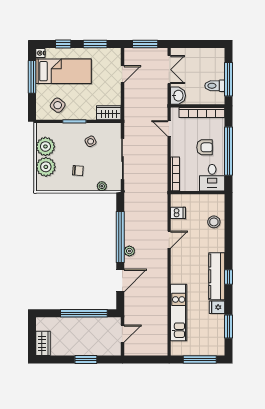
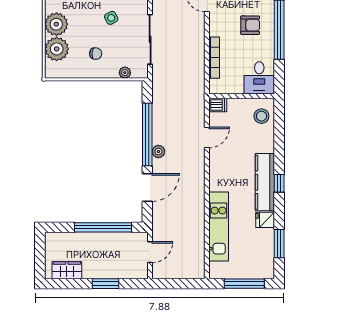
desk: (212, 178) -> (259, 78), moved
wall: (198, 193) -> (242, 96), moved
wardrobe: (43, 343) -> (67, 270), moved, turned -90

